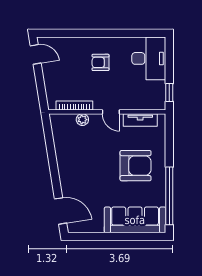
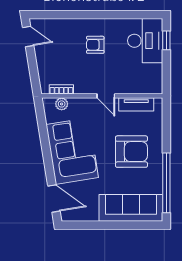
window: (169, 92) -> (166, 40), moved
bookcase: (74, 105) -> (61, 89), width x0.64
plant: (82, 120) -> (62, 104), moved
corner sofa: (78, 165) -> (72, 151), added

